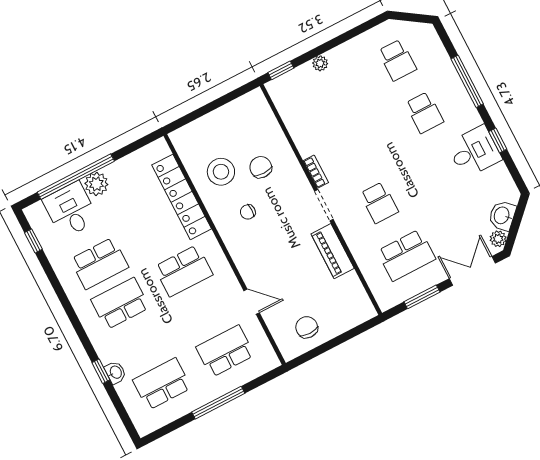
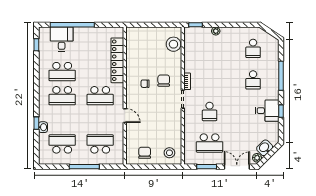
chair: (261, 167) -> (164, 81), moved
stool: (221, 172) -> (173, 44), moved
plant: (96, 184) -> (80, 33), removed
piano: (333, 251) -> (176, 123), removed
door: (252, 302) -> (125, 116), moved
school desk: (120, 304) -> (62, 96), turned 180
stool: (348, 306) -> (169, 153), added

